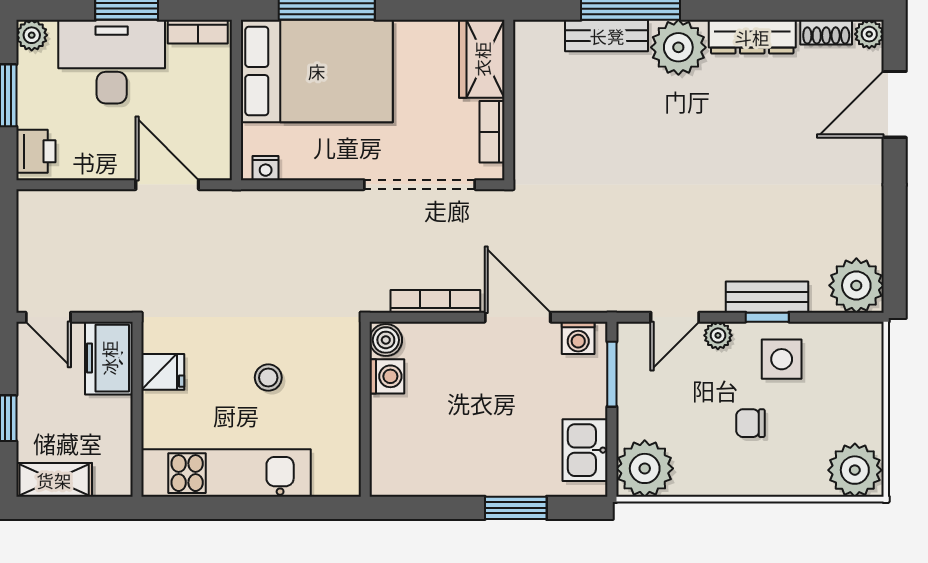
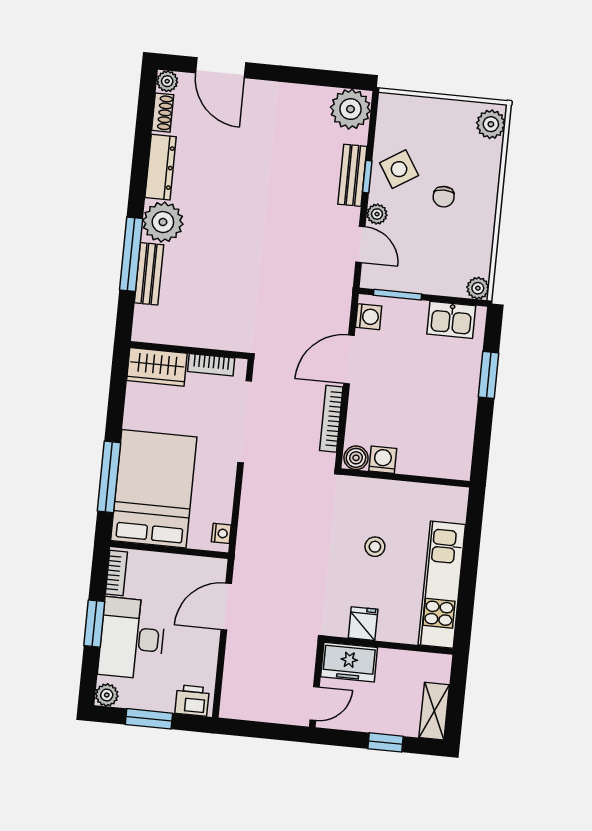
side table: (782, 359) -> (399, 169), turned -32
plant: (645, 468) -> (478, 288), width x0.53, depth x0.53
plant: (855, 470) -> (491, 124), width x0.73, depth x0.73

